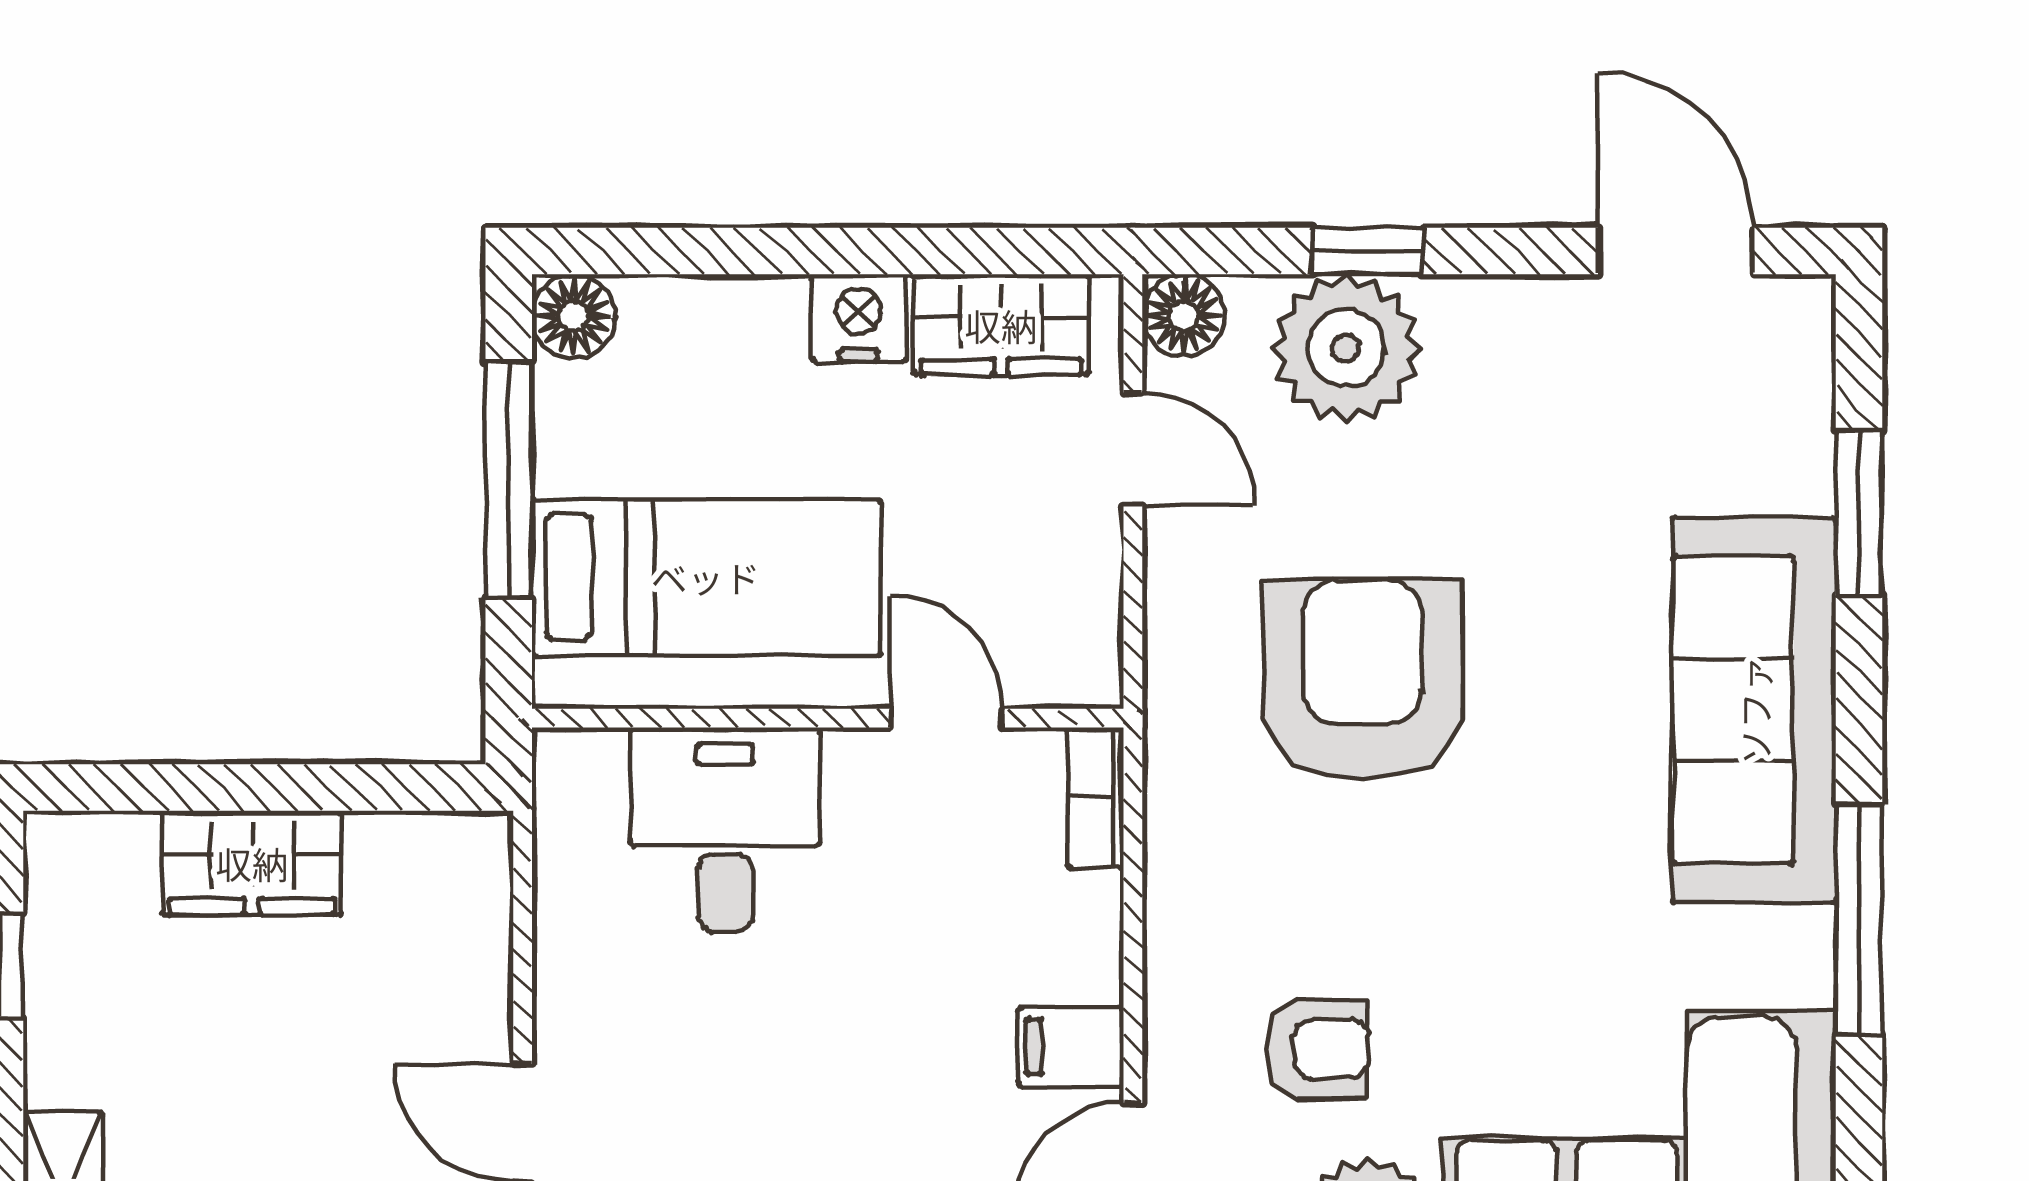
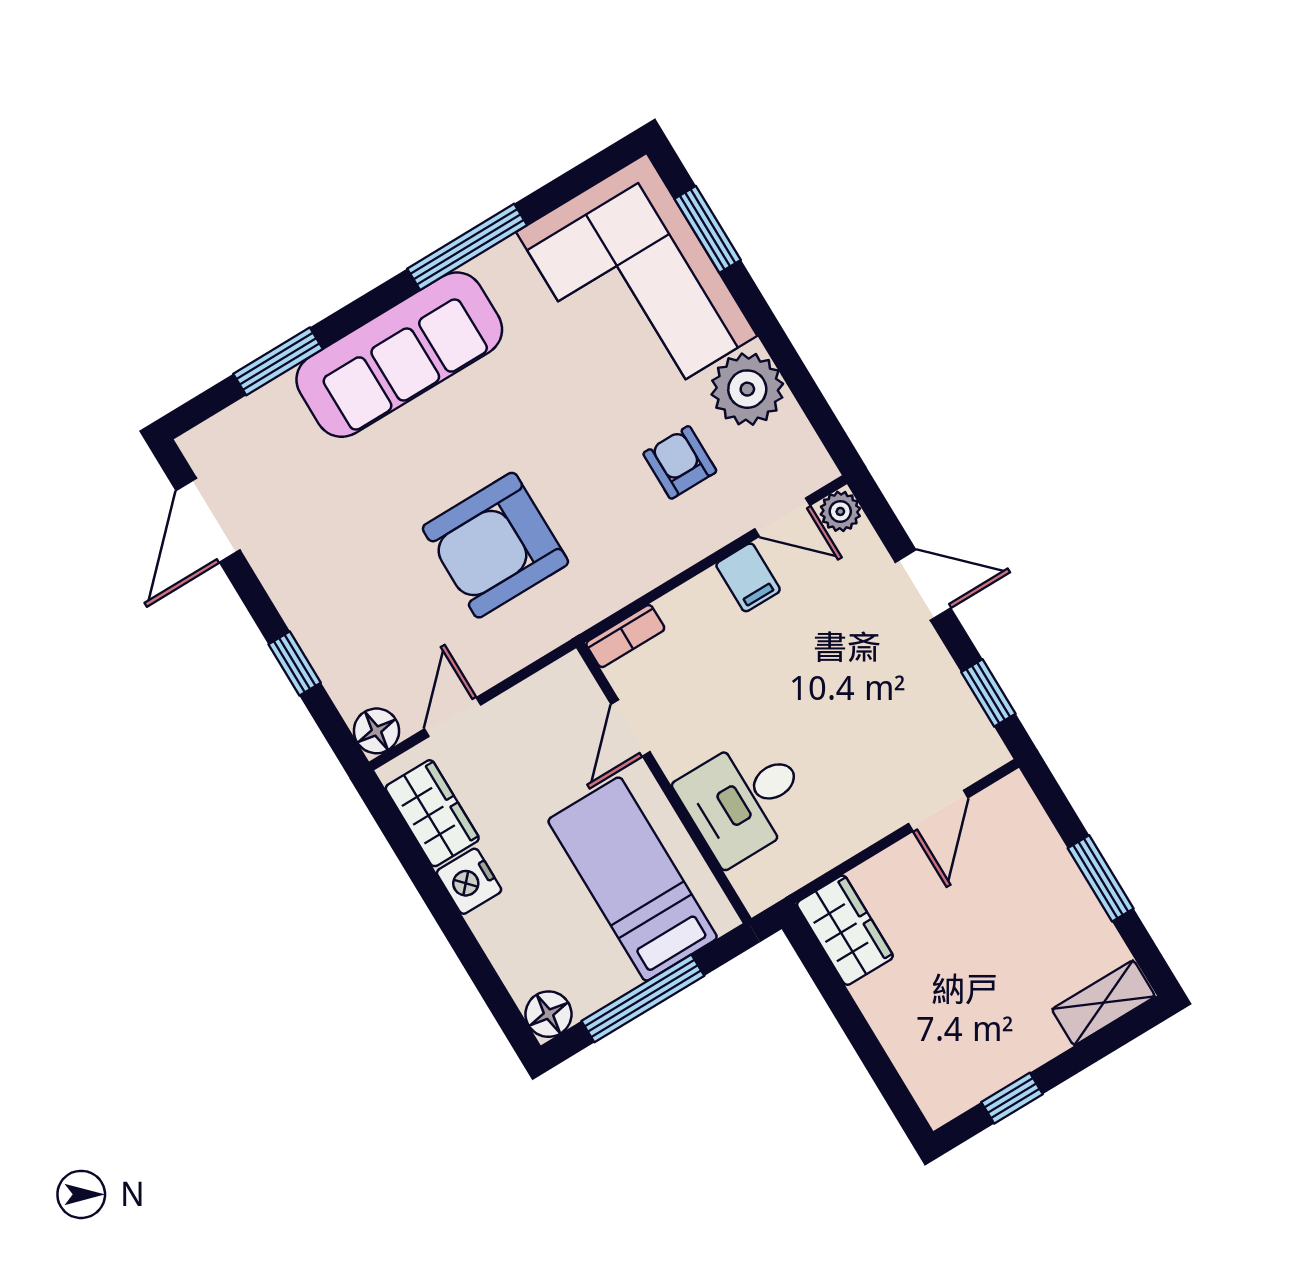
plant: (1346, 348) -> (346, 646), removed
wardrobe: (252, 863) -> (845, 930), moved

